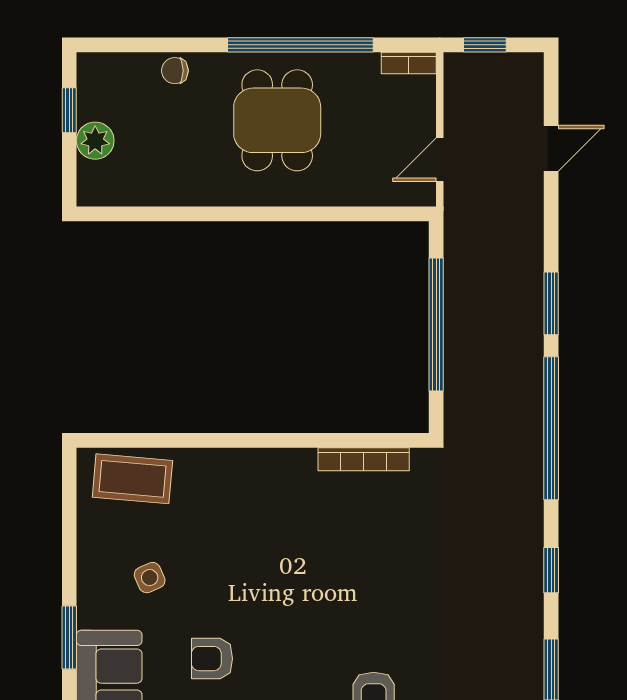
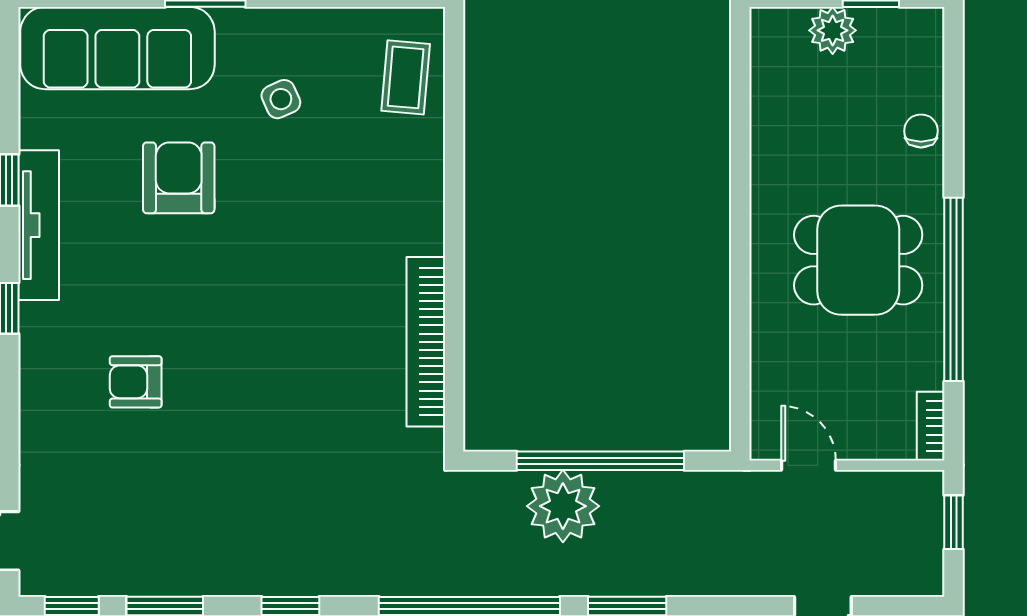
plant: (472, 354) -> (563, 506), added
bookcase: (364, 459) -> (426, 342), width x1.48, depth x1.31
coffee table: (132, 479) -> (406, 77), width x0.73, depth x0.77
armchair: (212, 659) -> (179, 178), width x1.38, depth x1.38

